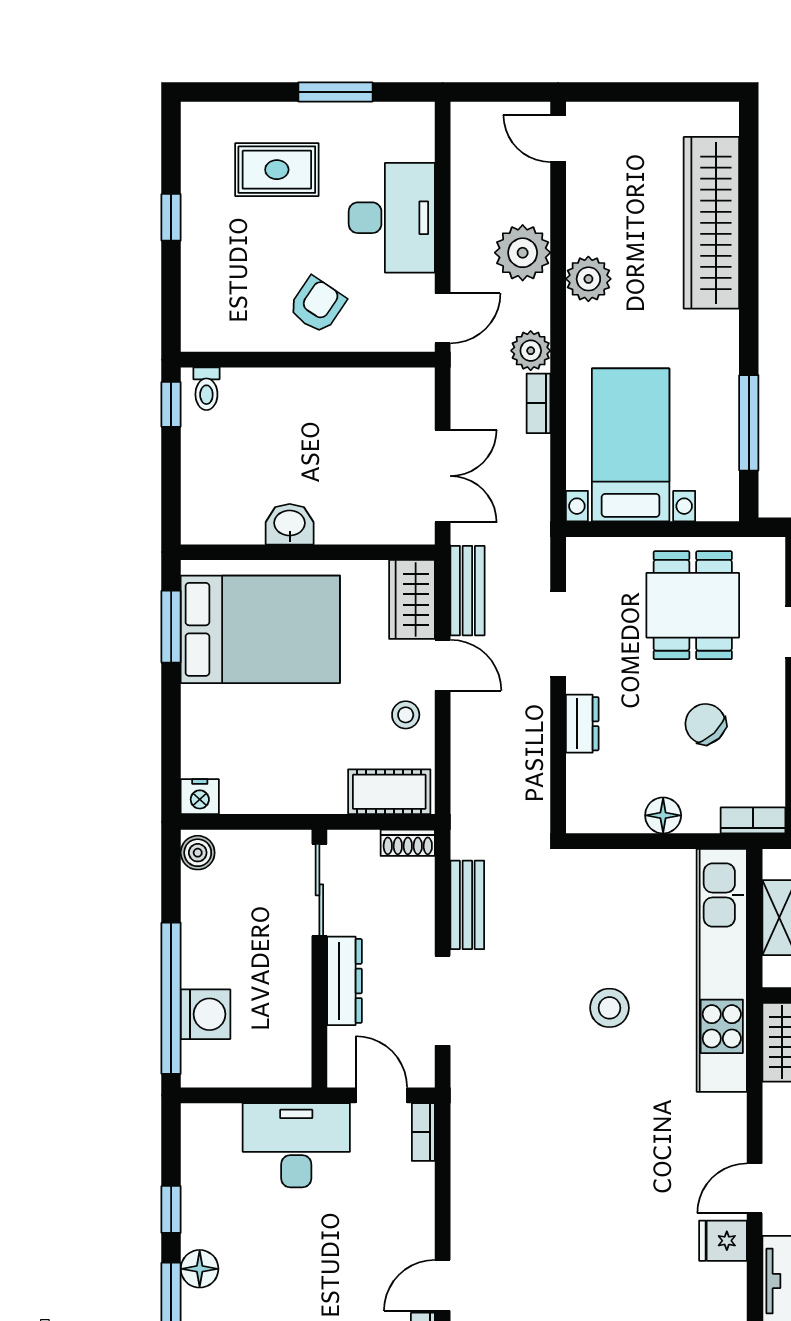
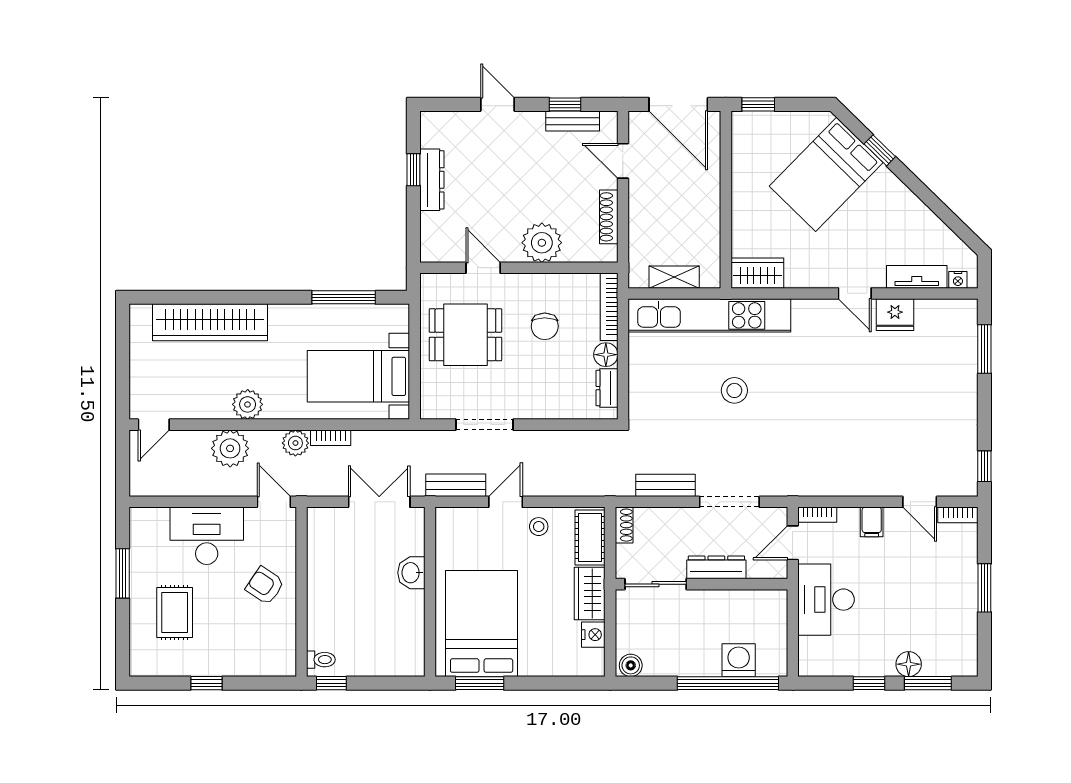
washbasin: (290, 524) -> (411, 573), moved
wardrobe: (412, 599) -> (590, 593), moved, turned 90
dresser: (582, 724) -> (607, 388), moved, turned -90
chair: (705, 724) -> (545, 326), turned -47
nightstand: (200, 797) -> (593, 635), moved
bookcase: (753, 820) -> (609, 307), width x1.56
filing cabinet: (413, 1213) -> (872, 522), added
fridge: (723, 1241) -> (895, 315), width x1.38

